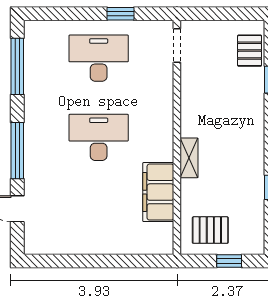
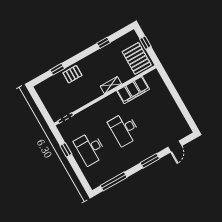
pallet: (250, 51) -> (72, 74), moved
window: (17, 151) -> (150, 161), width x0.69
pallet: (210, 230) -> (137, 58), width x1.50, depth x1.42

